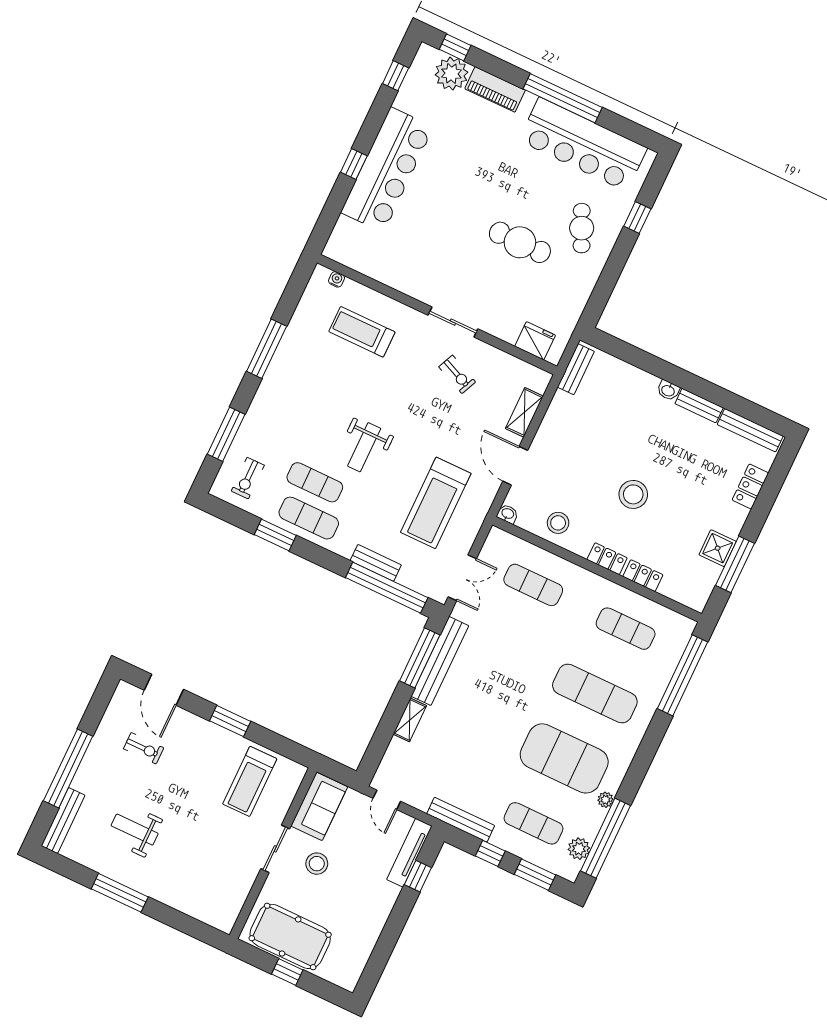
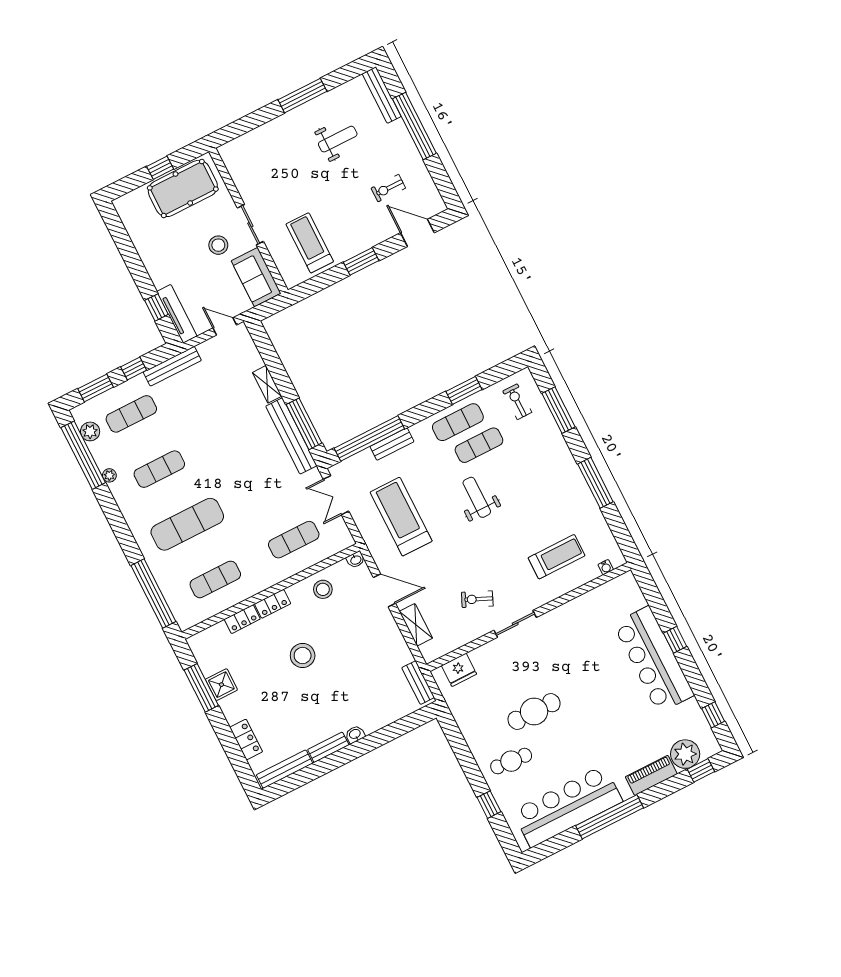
cafe table: (582, 228) -> (511, 761), turned -61
exercise mat: (564, 758) -> (159, 469), width x0.50, depth x0.69

